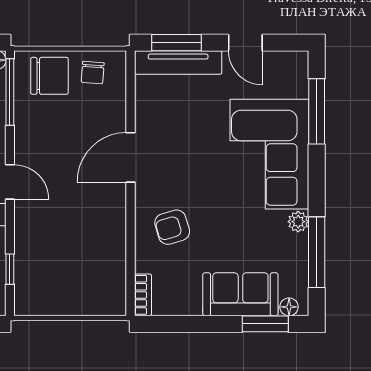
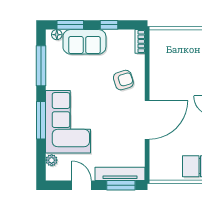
chair: (93, 73) -> (169, 168), removed
window: (317, 111) -> (41, 120), moved
door: (130, 157) -> (147, 120), width x1.36
plant: (298, 222) -> (52, 160), moved
window: (197, 324) -> (109, 25), added

